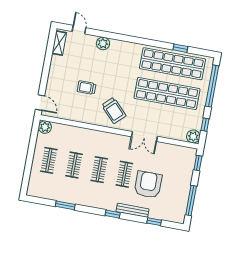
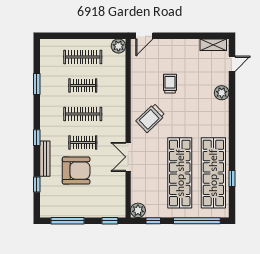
clothes rail: (49, 160) -> (83, 57), width x1.36
clothes rail: (99, 170) -> (83, 114), width x1.36

